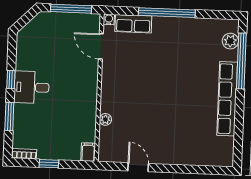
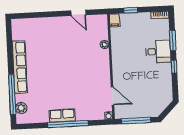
row of seats: (133, 24) -> (62, 115), moved
desk: (32, 87) -> (158, 51), moved
window: (49, 164) -> (131, 10), moved

